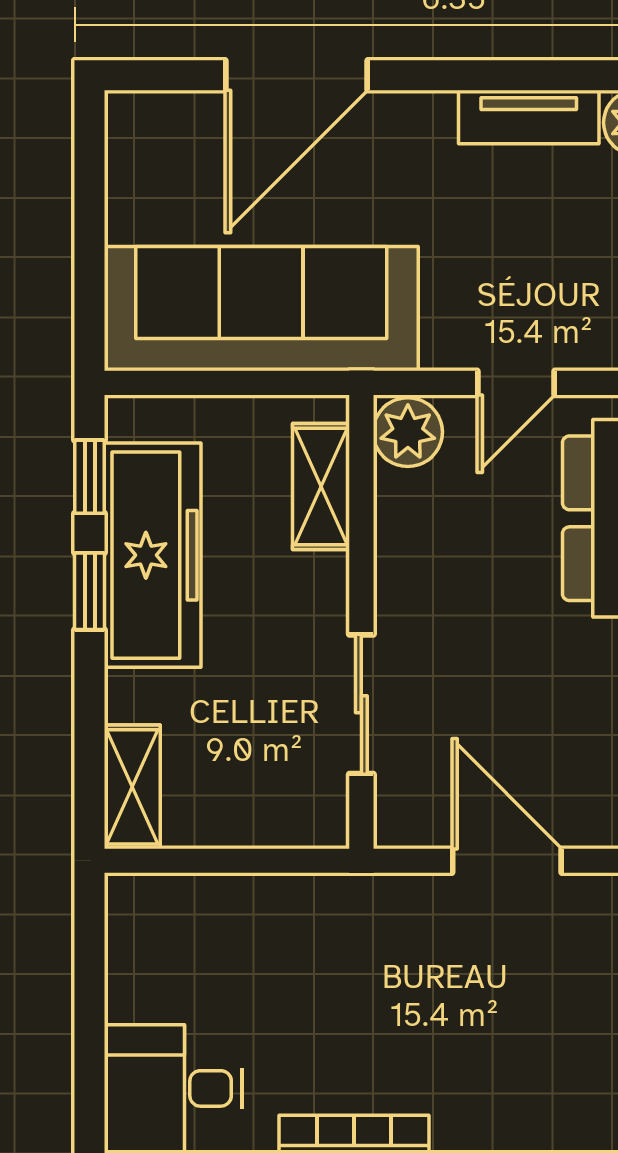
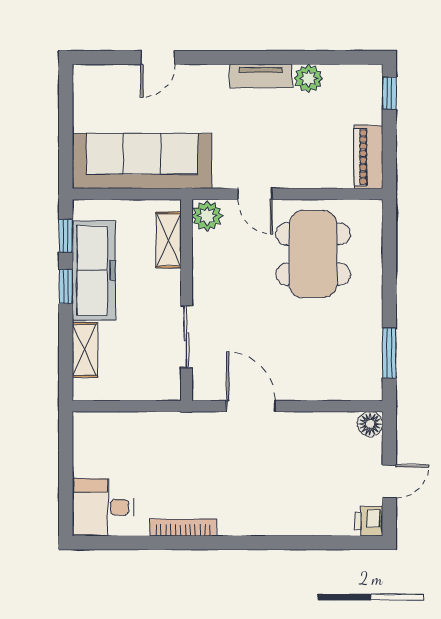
door: (297, 75) -> (158, 57), width x0.53
door: (516, 383) -> (255, 194), hinge flipped
shelving: (132, 787) -> (85, 350), moved

